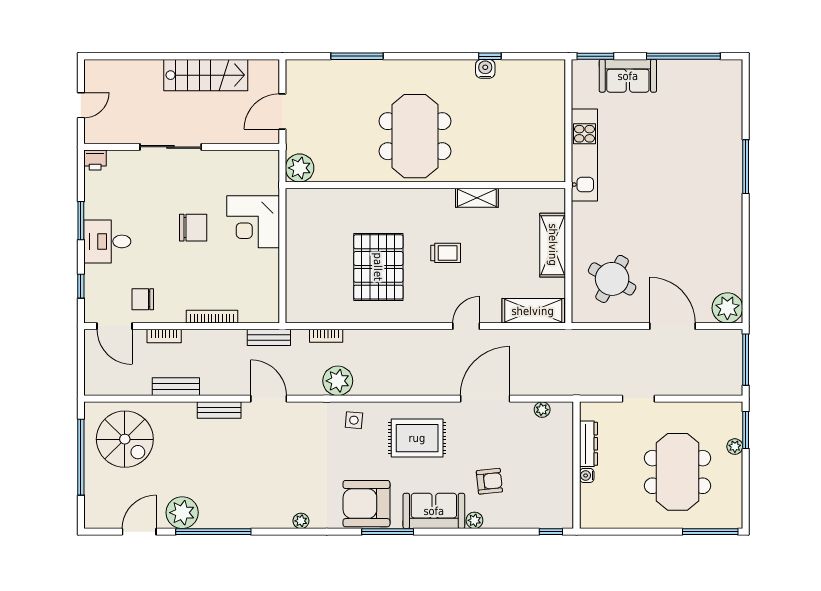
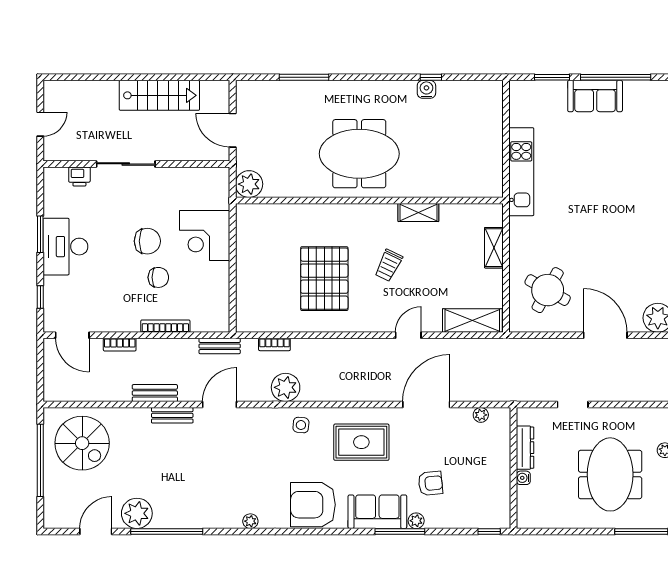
window: (595, 56) -> (552, 77), moved
sofa: (628, 76) -> (595, 96), moved
door: (282, 111) -> (233, 130), hinge flipped
meeting table: (415, 136) -> (359, 154), turned 90
printer: (95, 160) -> (79, 177), moved
desk: (107, 241) -> (65, 247), width x1.37
shelving: (553, 245) -> (494, 248), width x0.67, depth x0.75
trolley: (446, 253) -> (389, 265), turned 116
chair: (143, 299) -> (158, 277), moved, turned 180
bench: (176, 387) -> (155, 393), moved
door: (269, 399) -> (219, 405), hinge flipped
window: (388, 532) -> (400, 532), moved

